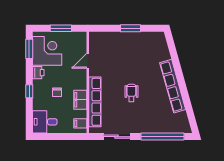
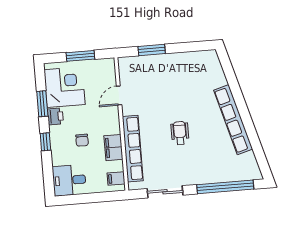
window: (131, 28) -> (152, 50), moved
window: (29, 49) -> (42, 104), moved

